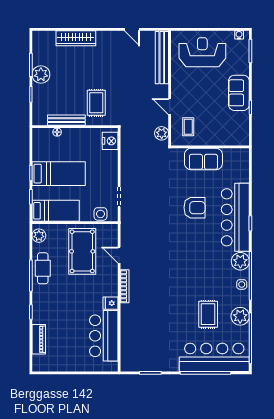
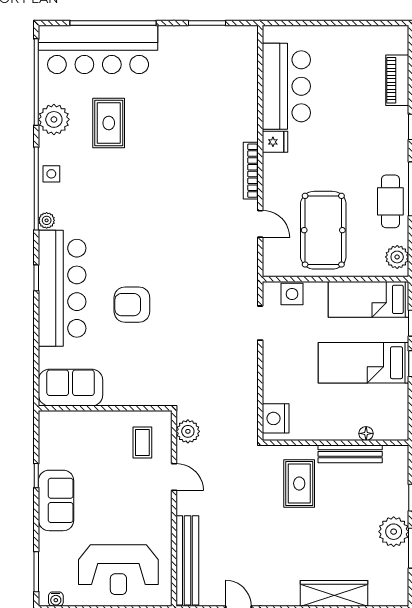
sofa: (203, 159) -> (71, 388), moved
plant: (240, 261) -> (47, 220), width x0.53, depth x0.53

